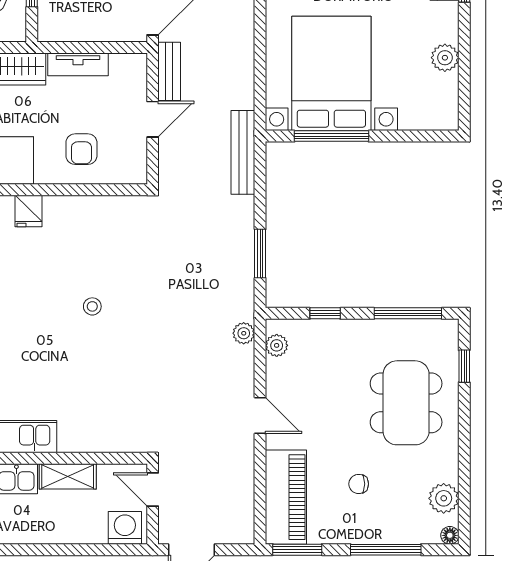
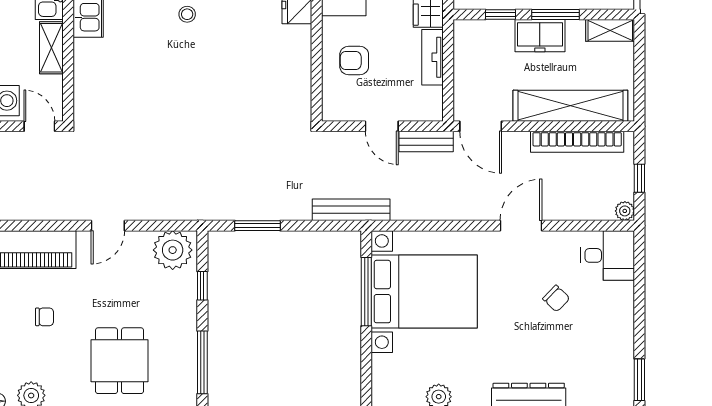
stool: (92, 306) -> (187, 14), moved
plant: (244, 333) -> (184, 211), removed
plant: (277, 345) -> (173, 250), width x1.88, depth x1.88
dining table: (406, 403) -> (119, 361), width x0.73
chair: (359, 484) -> (44, 317), turned 90
door: (153, 490) -> (39, 126), hinge flipped

